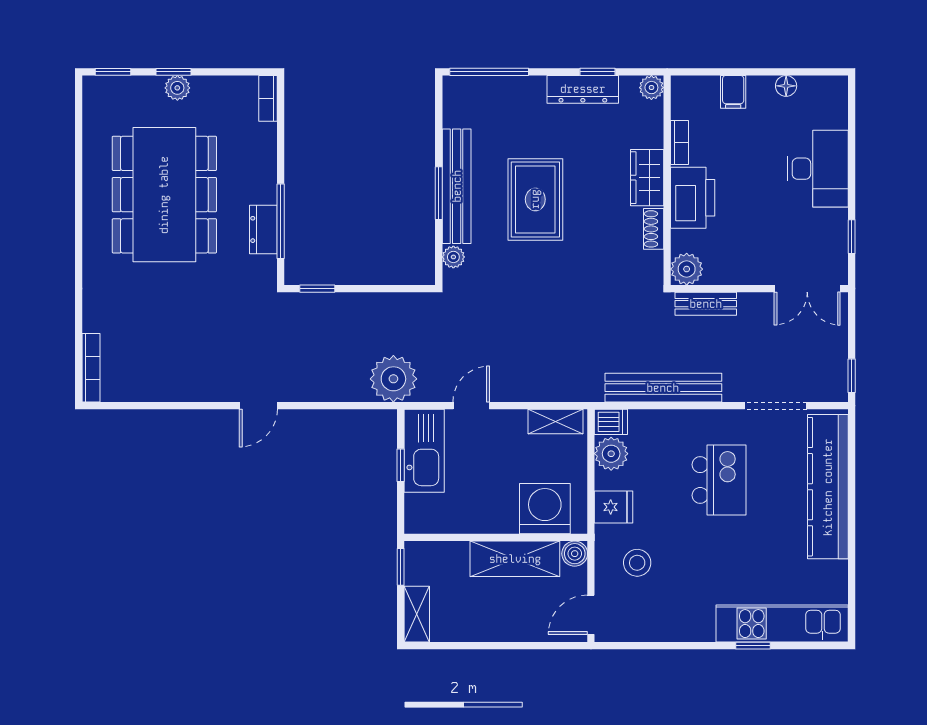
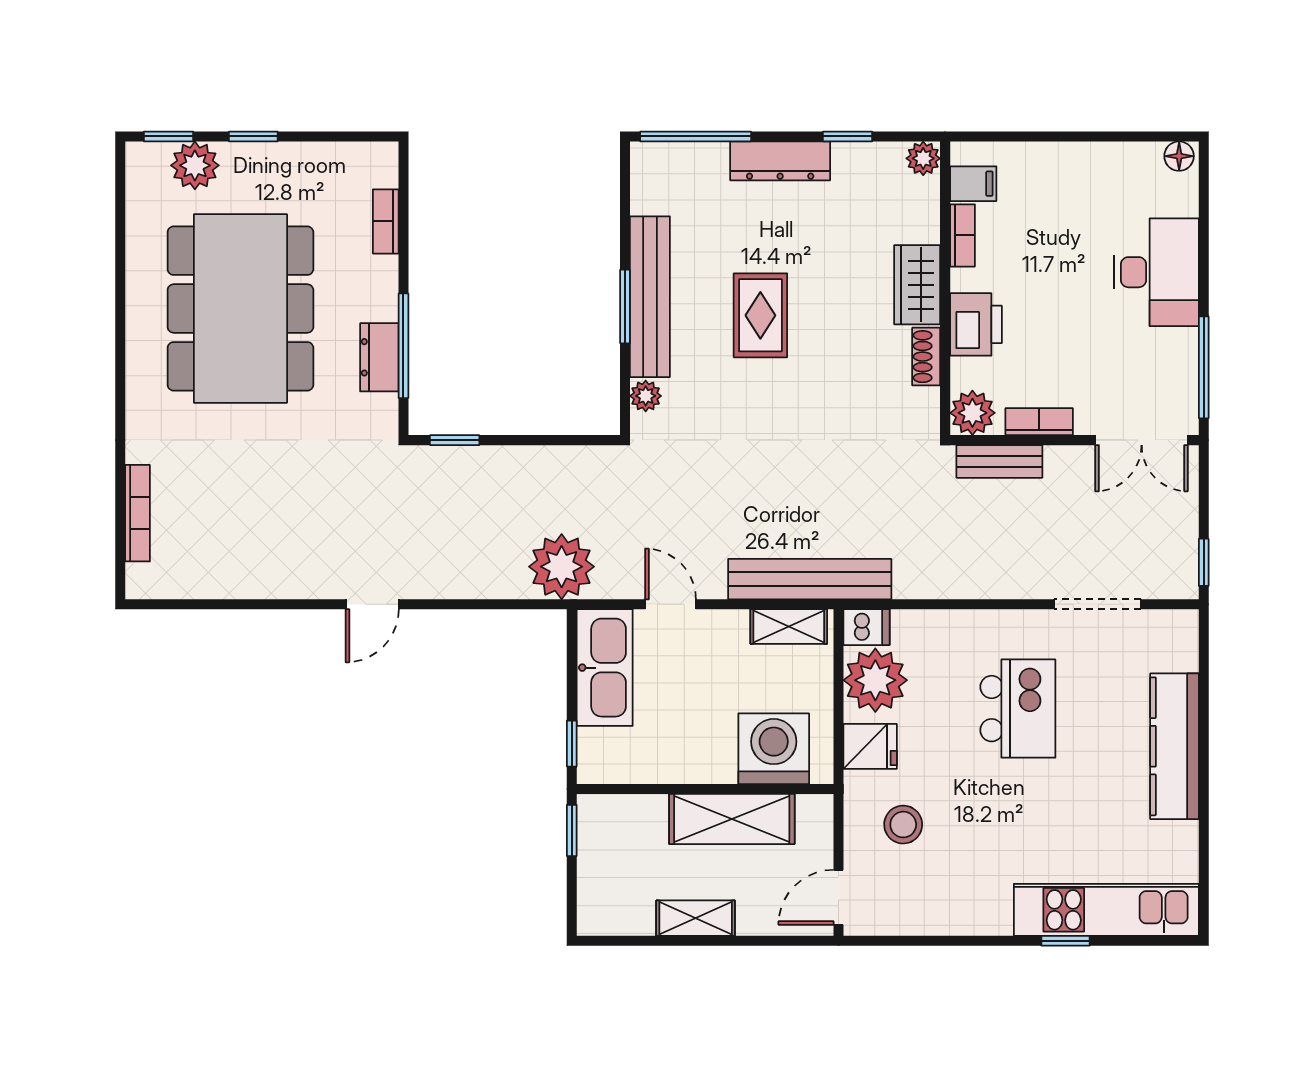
floor lamp: (786, 86) -> (1179, 156), moved
plant: (177, 88) -> (195, 165), moved, width x1.38, depth x1.38
dresser: (583, 89) -> (780, 161), moved
filing cabinet: (733, 92) -> (973, 184), moved, turned -90
bookcase: (268, 98) -> (386, 221), moved
printer: (693, 198) -> (976, 324), width x0.73, depth x0.84
rug: (535, 199) -> (760, 315), width x0.73, depth x0.70
window: (852, 237) -> (1204, 367), width x2.17
bookcase: (734, 275) -> (1039, 422), added
bookcase: (91, 368) -> (138, 513), moved
bench: (663, 388) -> (810, 579), moved
door: (471, 406) -> (671, 604), hinge flipped
plant: (611, 454) -> (875, 680), width x1.36, depth x1.36
window: (401, 465) -> (572, 744), moved
kitchen counter: (828, 487) -> (1174, 746), width x0.72, depth x0.86
boiler: (575, 554) -> (816, 812), removed
shelving: (417, 614) -> (696, 918), moved, turned 90

